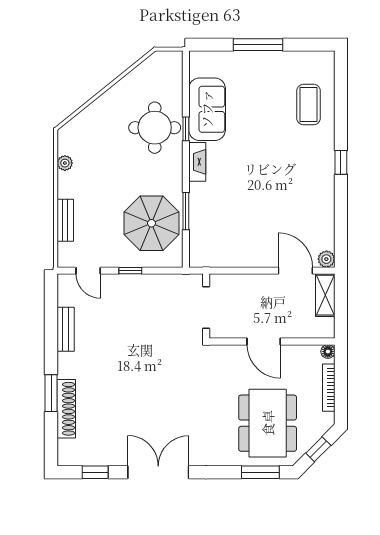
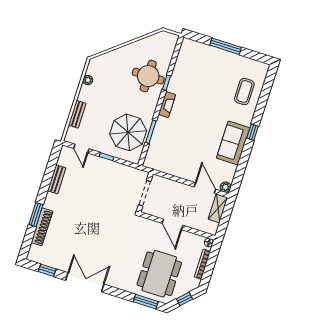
sofa: (207, 109) -> (233, 143), moved, turned 180

